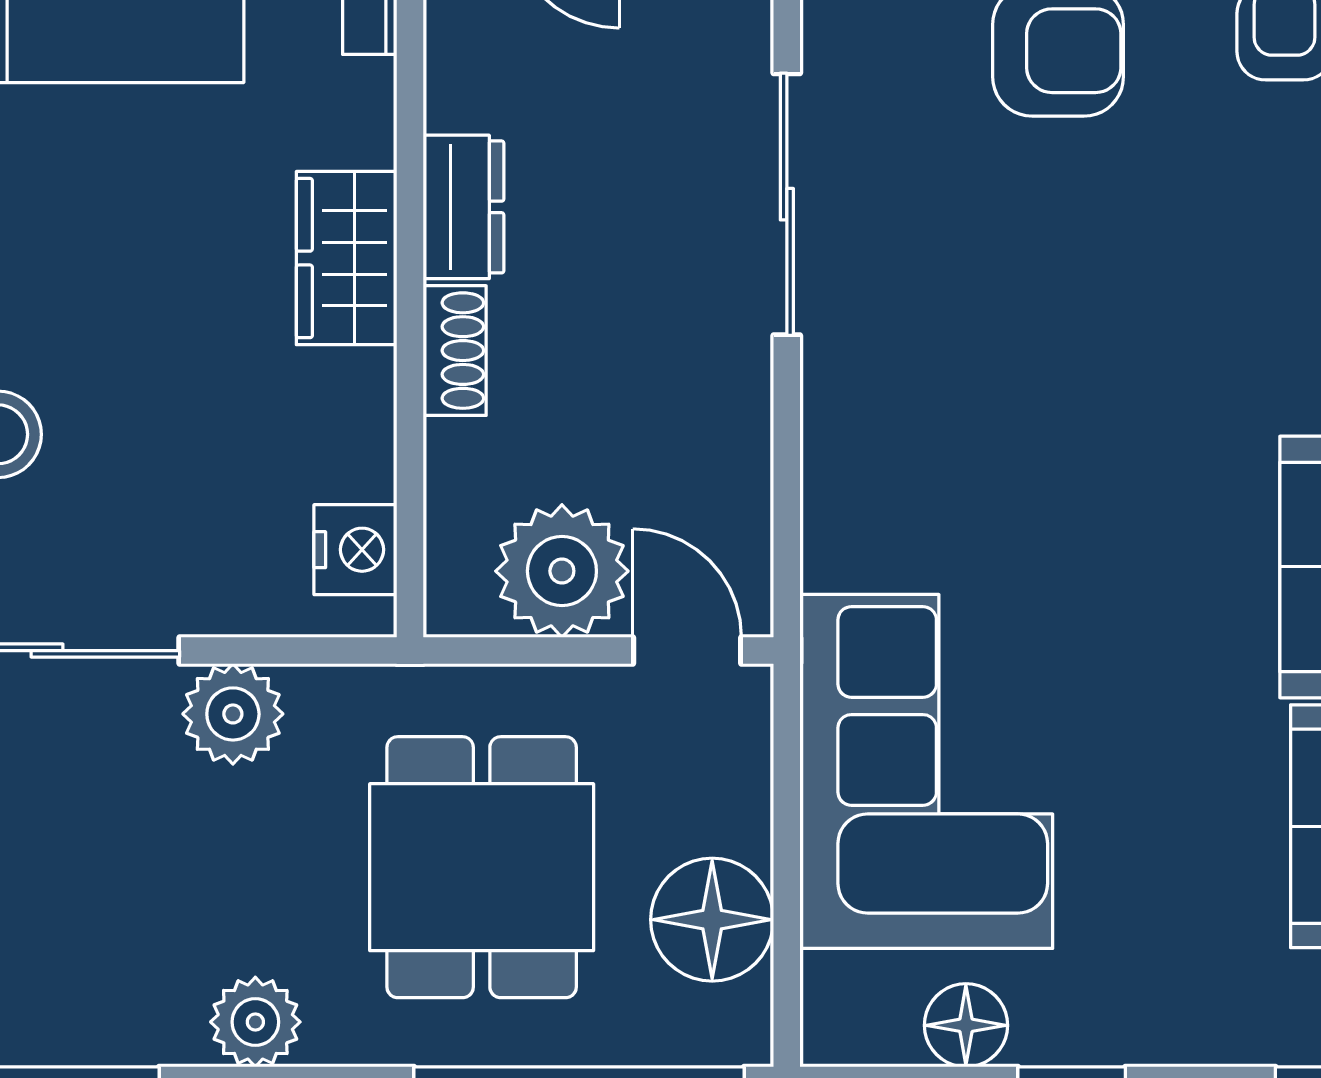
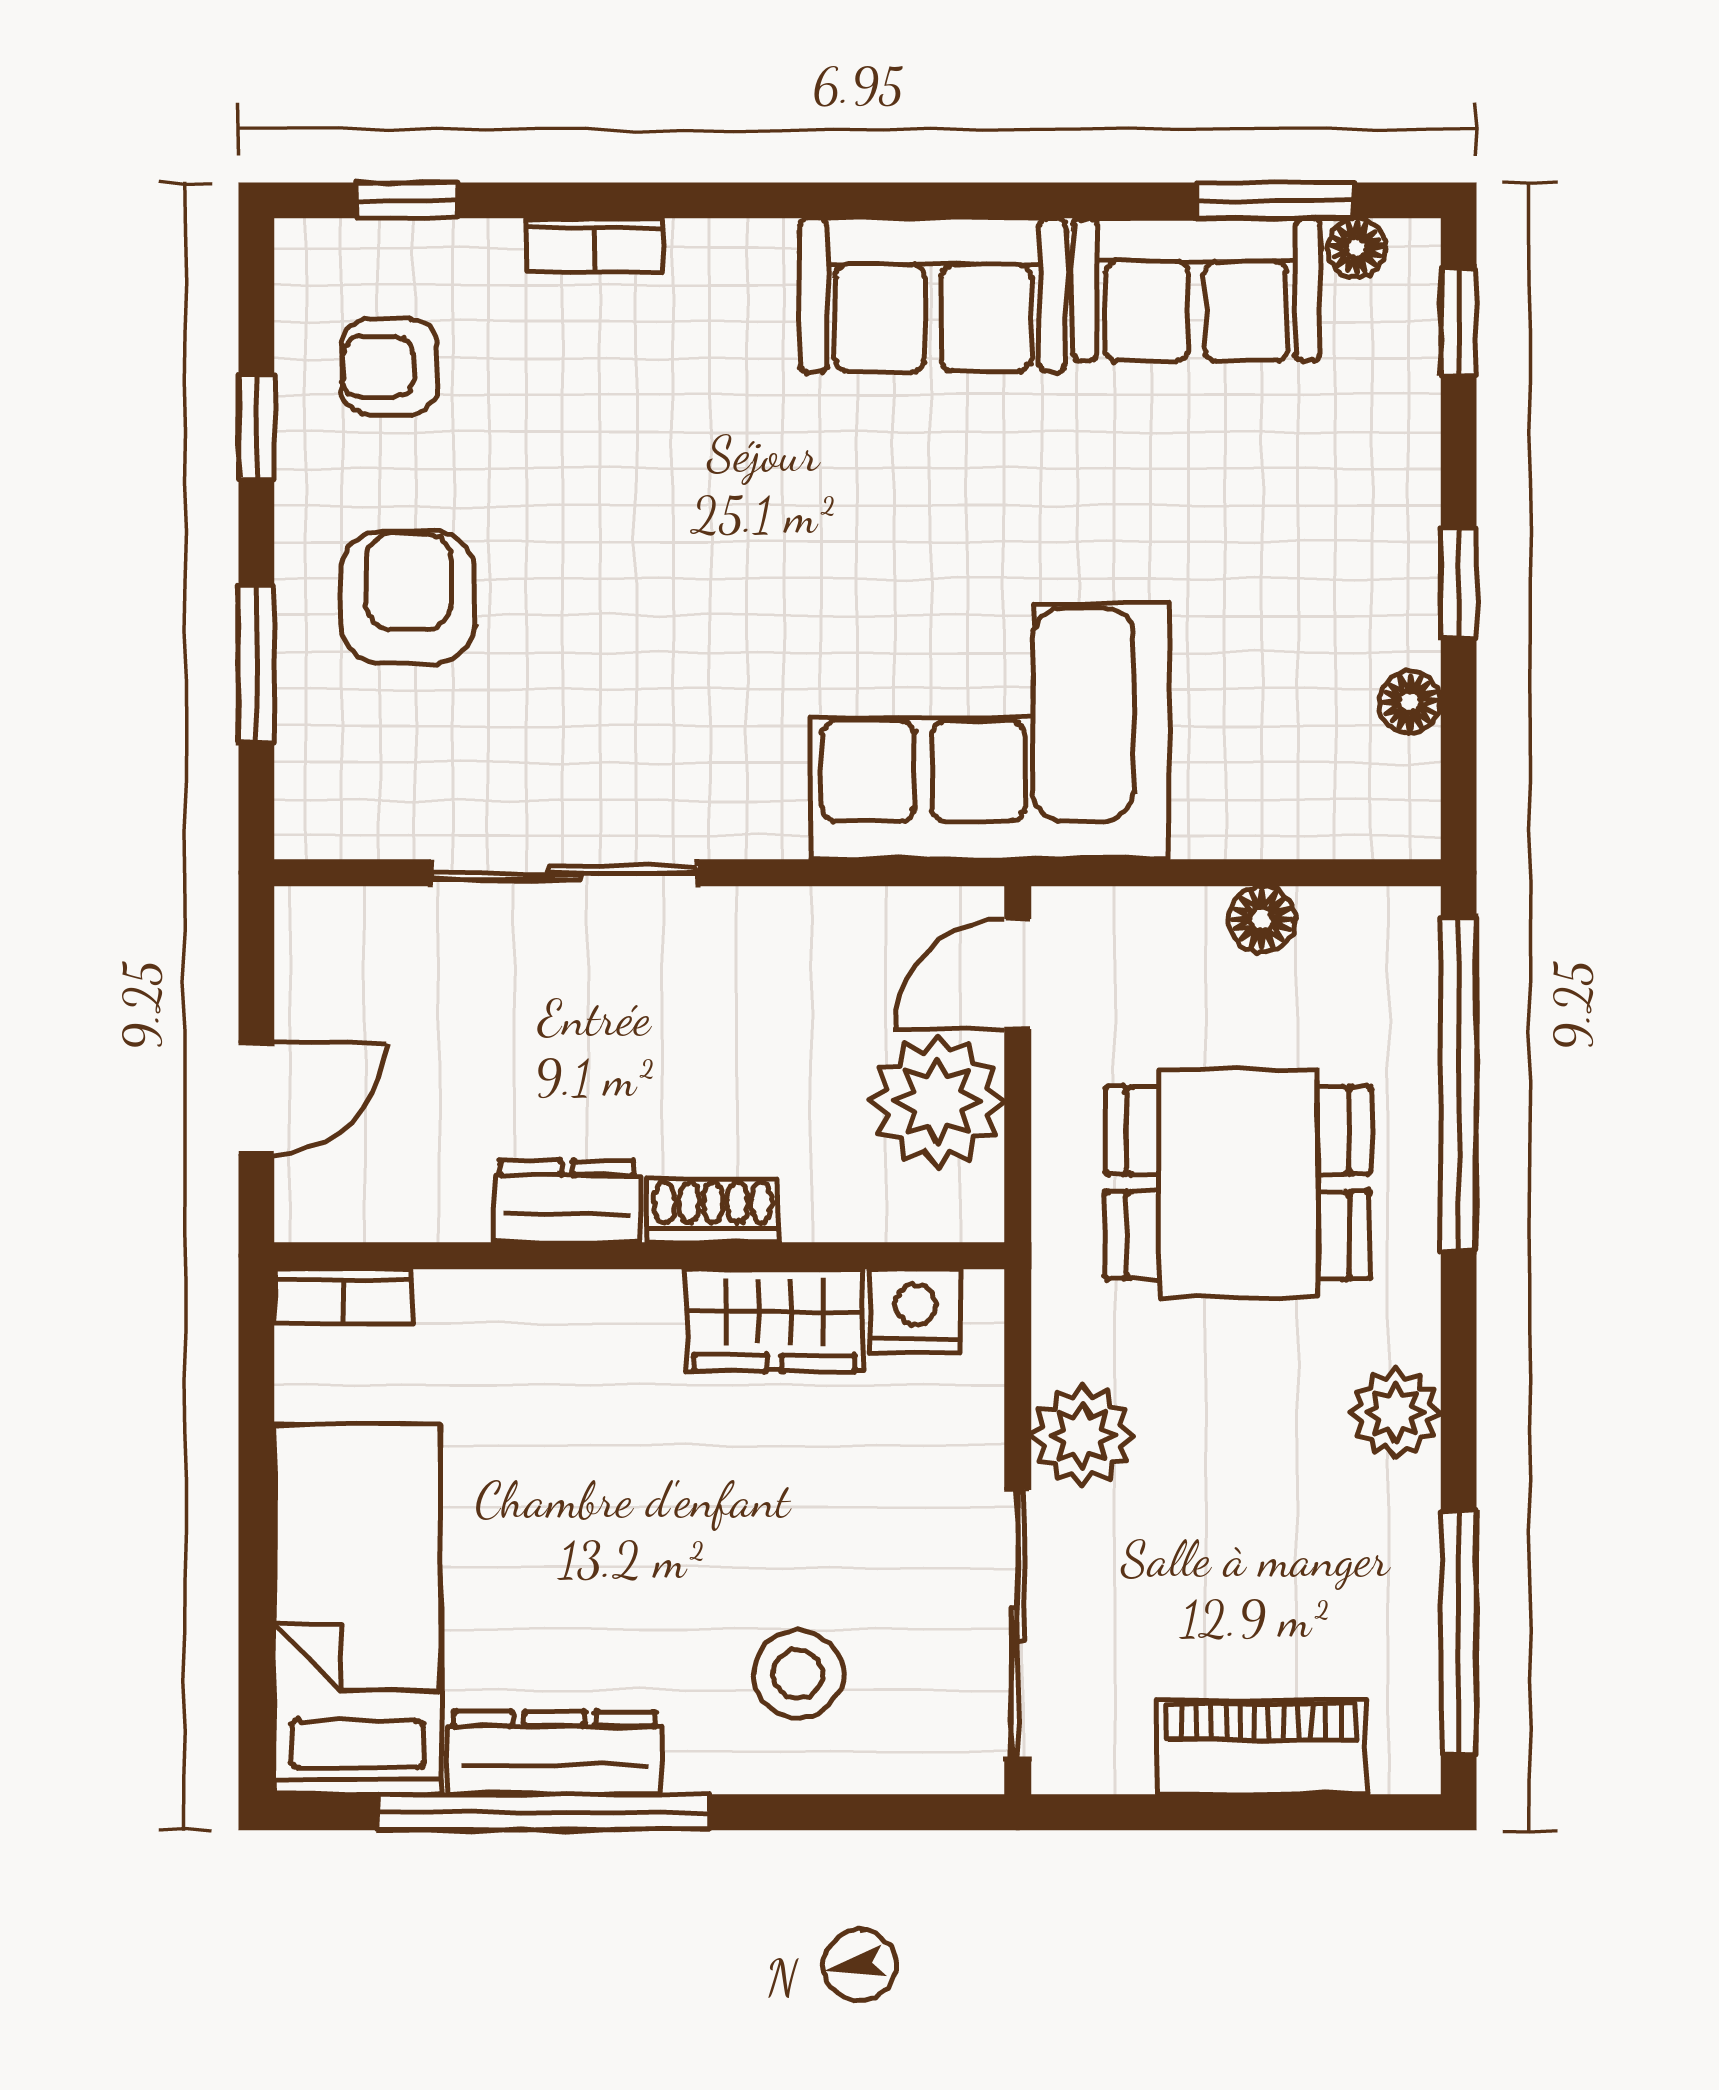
wardrobe: (347, 258) -> (774, 1320), moved
corner sofa: (926, 771) -> (990, 731), moved
floor lamp: (712, 920) -> (1262, 919), width x0.53, depth x0.53
floor lamp: (966, 1025) -> (1410, 702), width x0.73, depth x0.73

